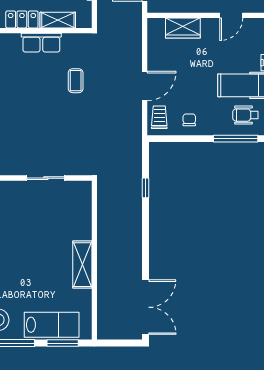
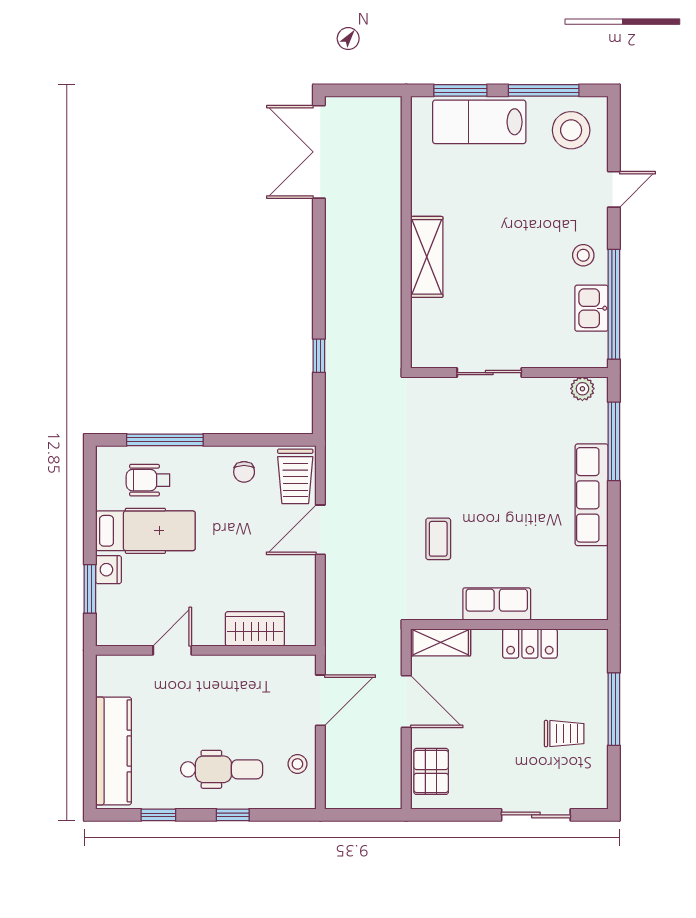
shelving: (58, 20) -> (441, 642), moved
wheelchair: (245, 115) -> (148, 480), turned 180
trolley: (159, 117) -> (295, 476), width x1.36, depth x1.39
shelving: (82, 265) -> (427, 257), moved

